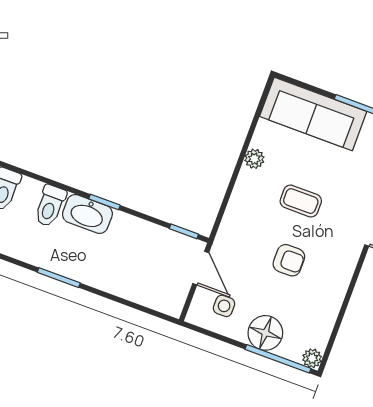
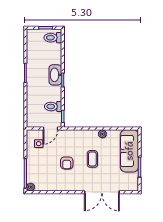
toilet: (50, 206) -> (53, 106), moved
floor lamp: (265, 333) -> (34, 164), removed

